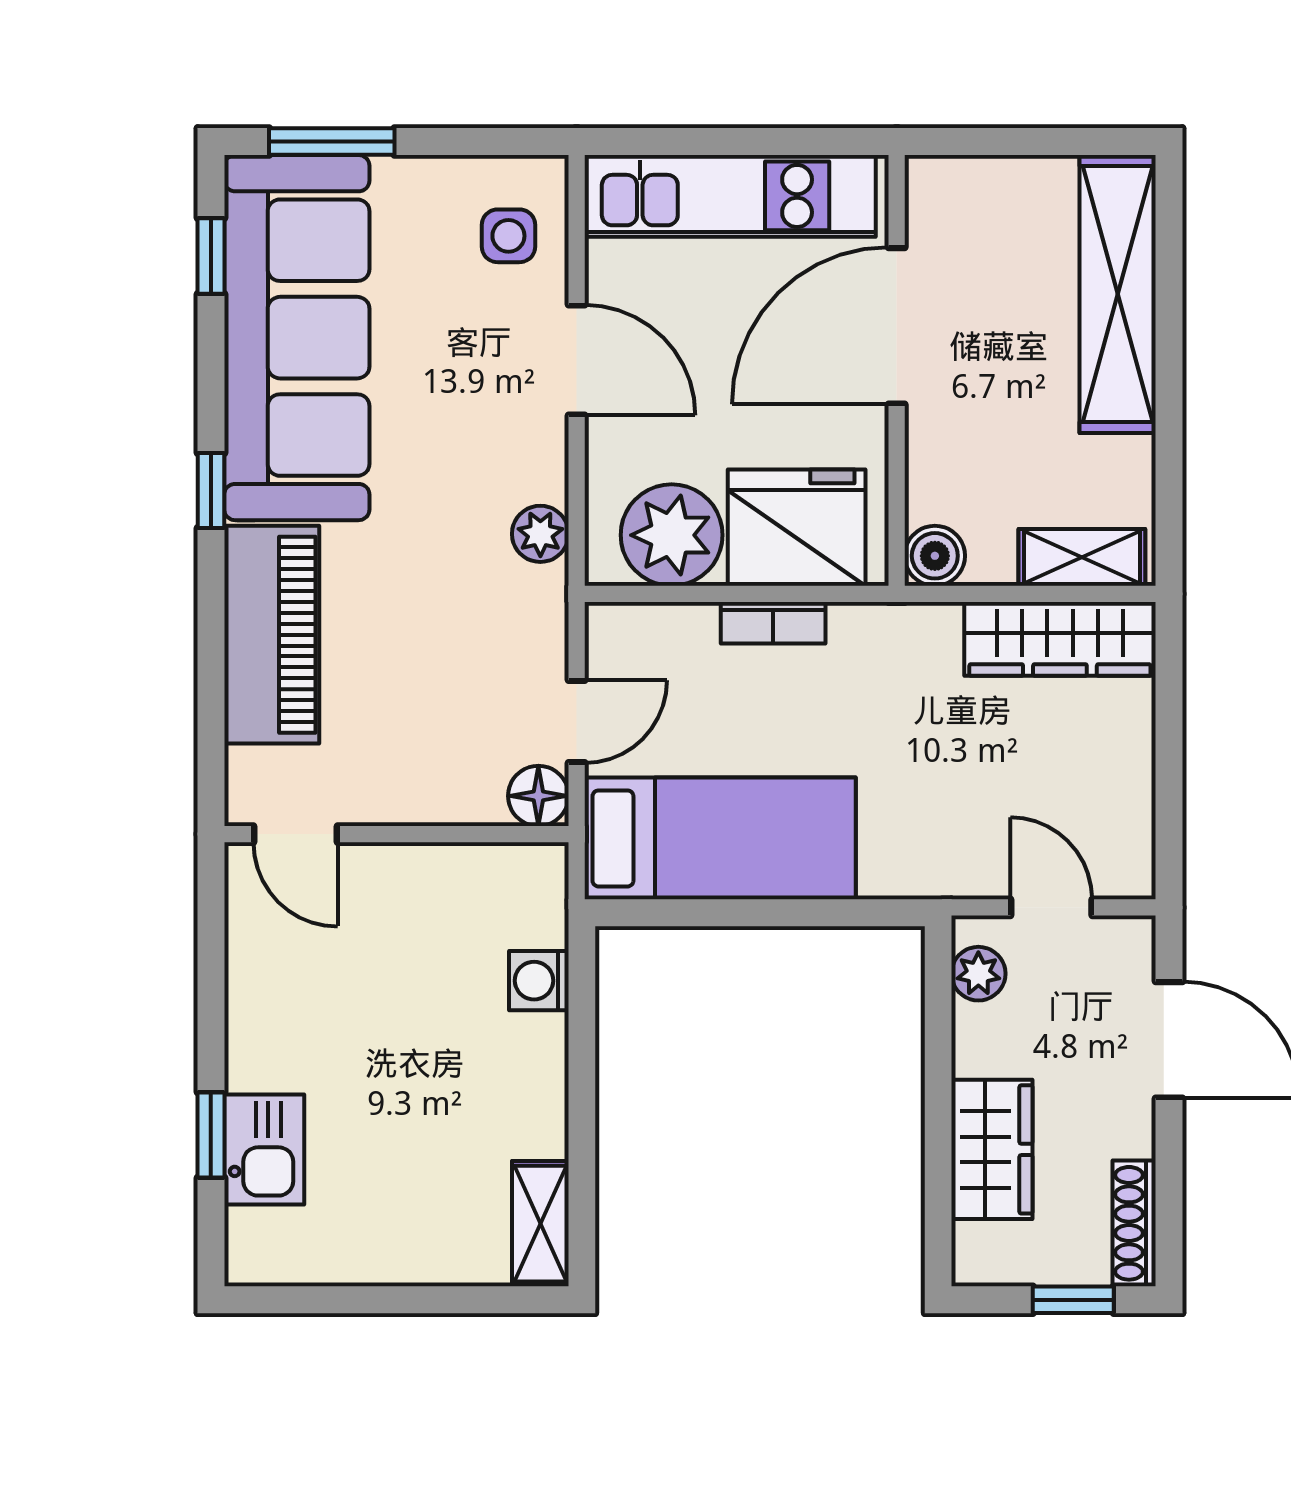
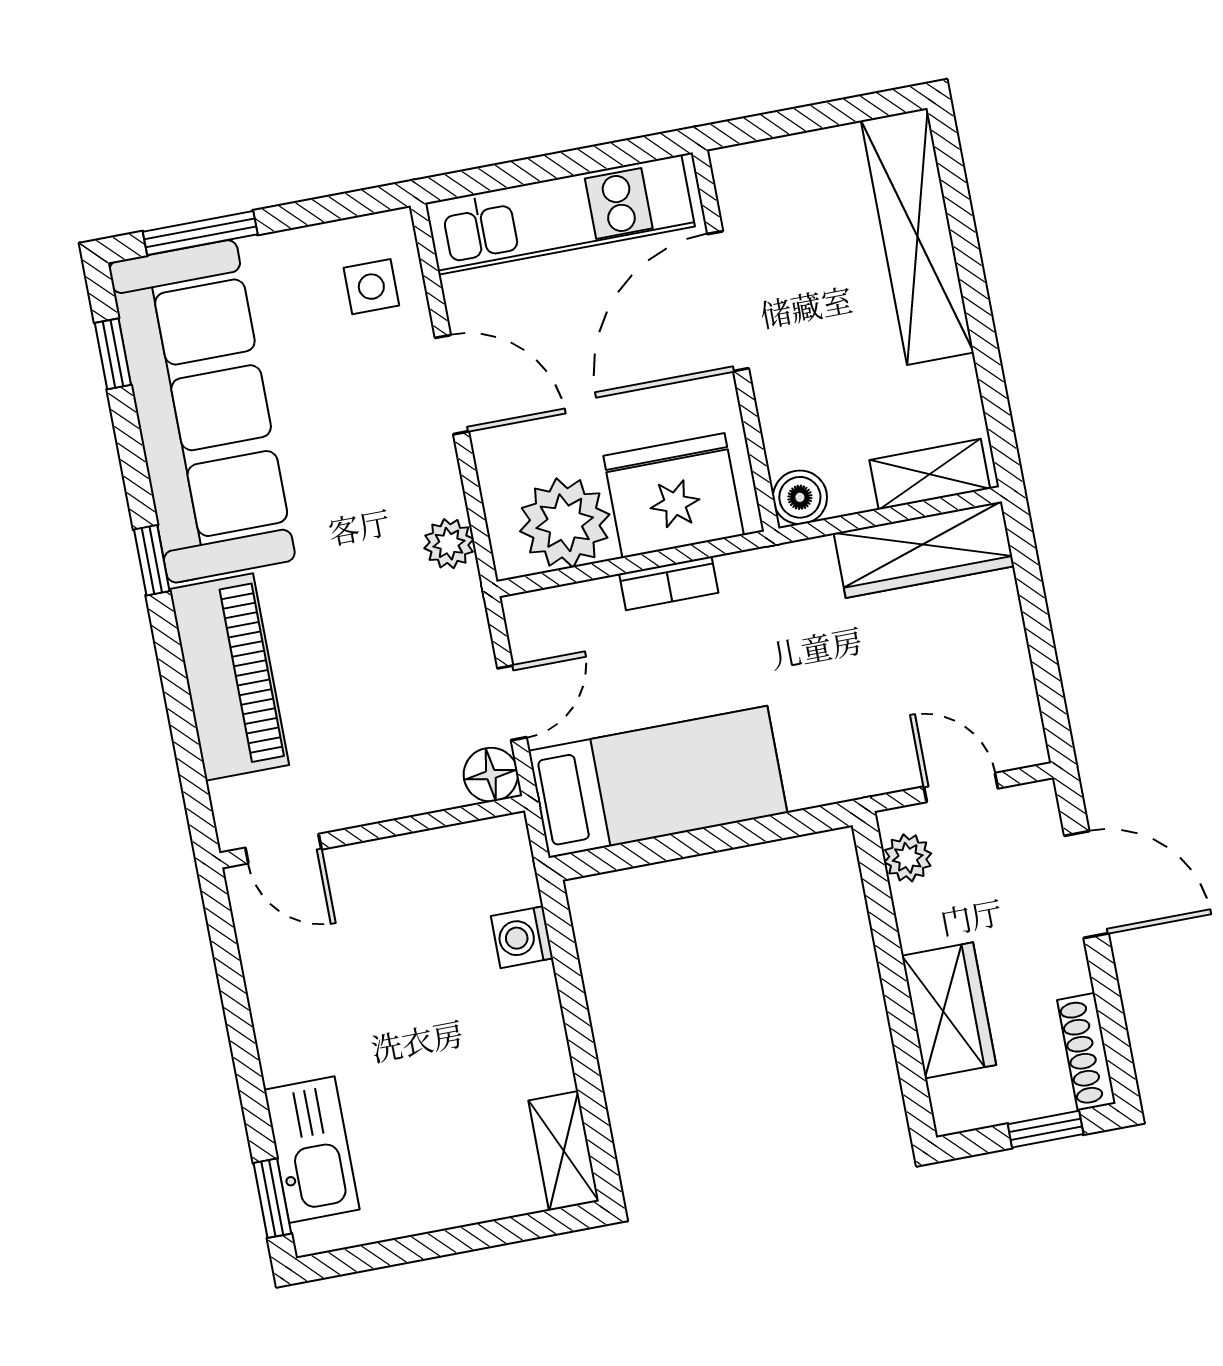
window: (211, 1135) -> (272, 1198), moved
kitchen sink: (264, 1149) -> (312, 1150), width x1.38

